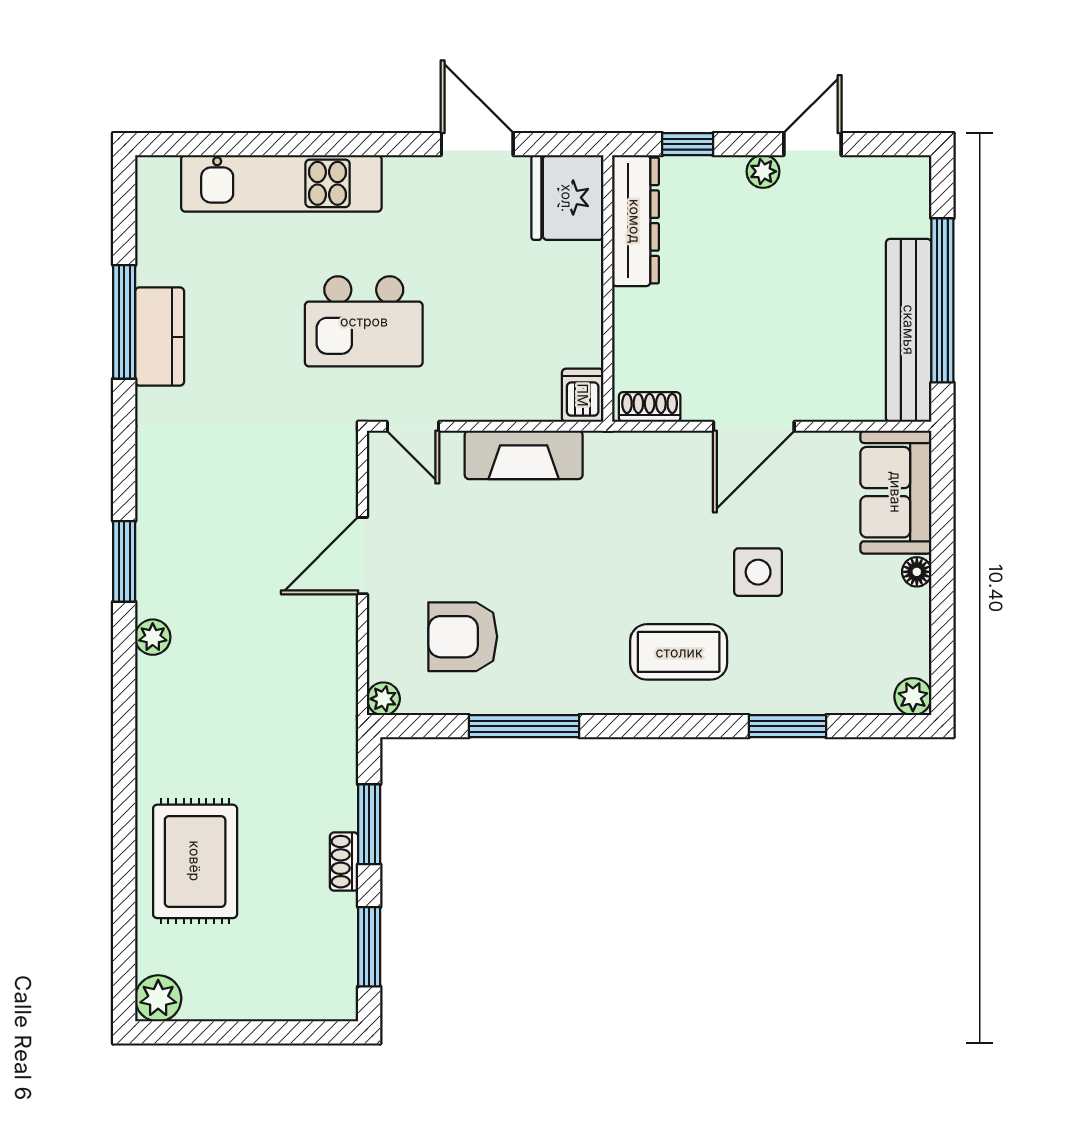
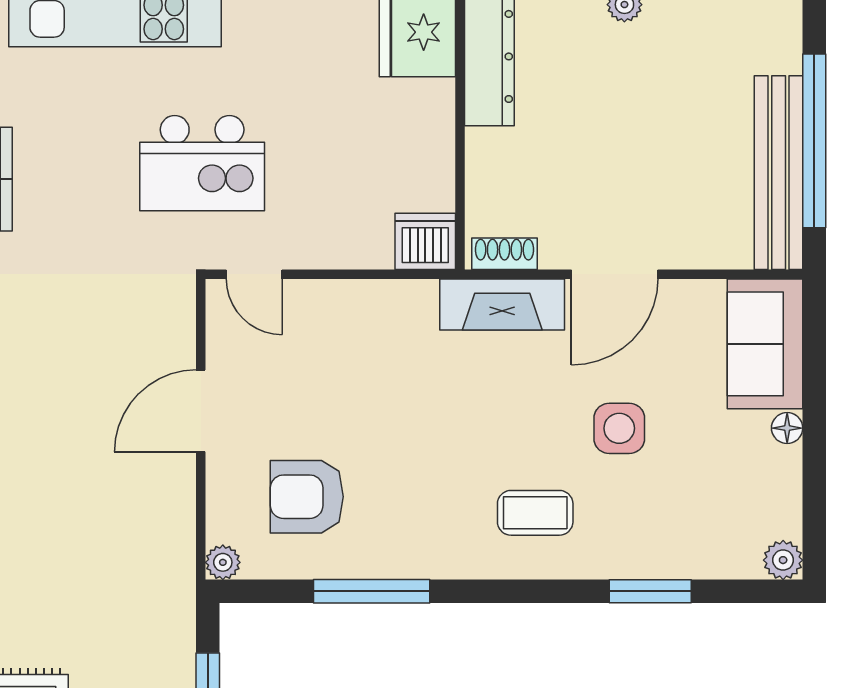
dishwasher: (583, 395) -> (425, 241), width x1.38
fireplace: (524, 455) -> (502, 304), moved
coffee table: (679, 652) -> (535, 513), width x0.73, depth x0.77

